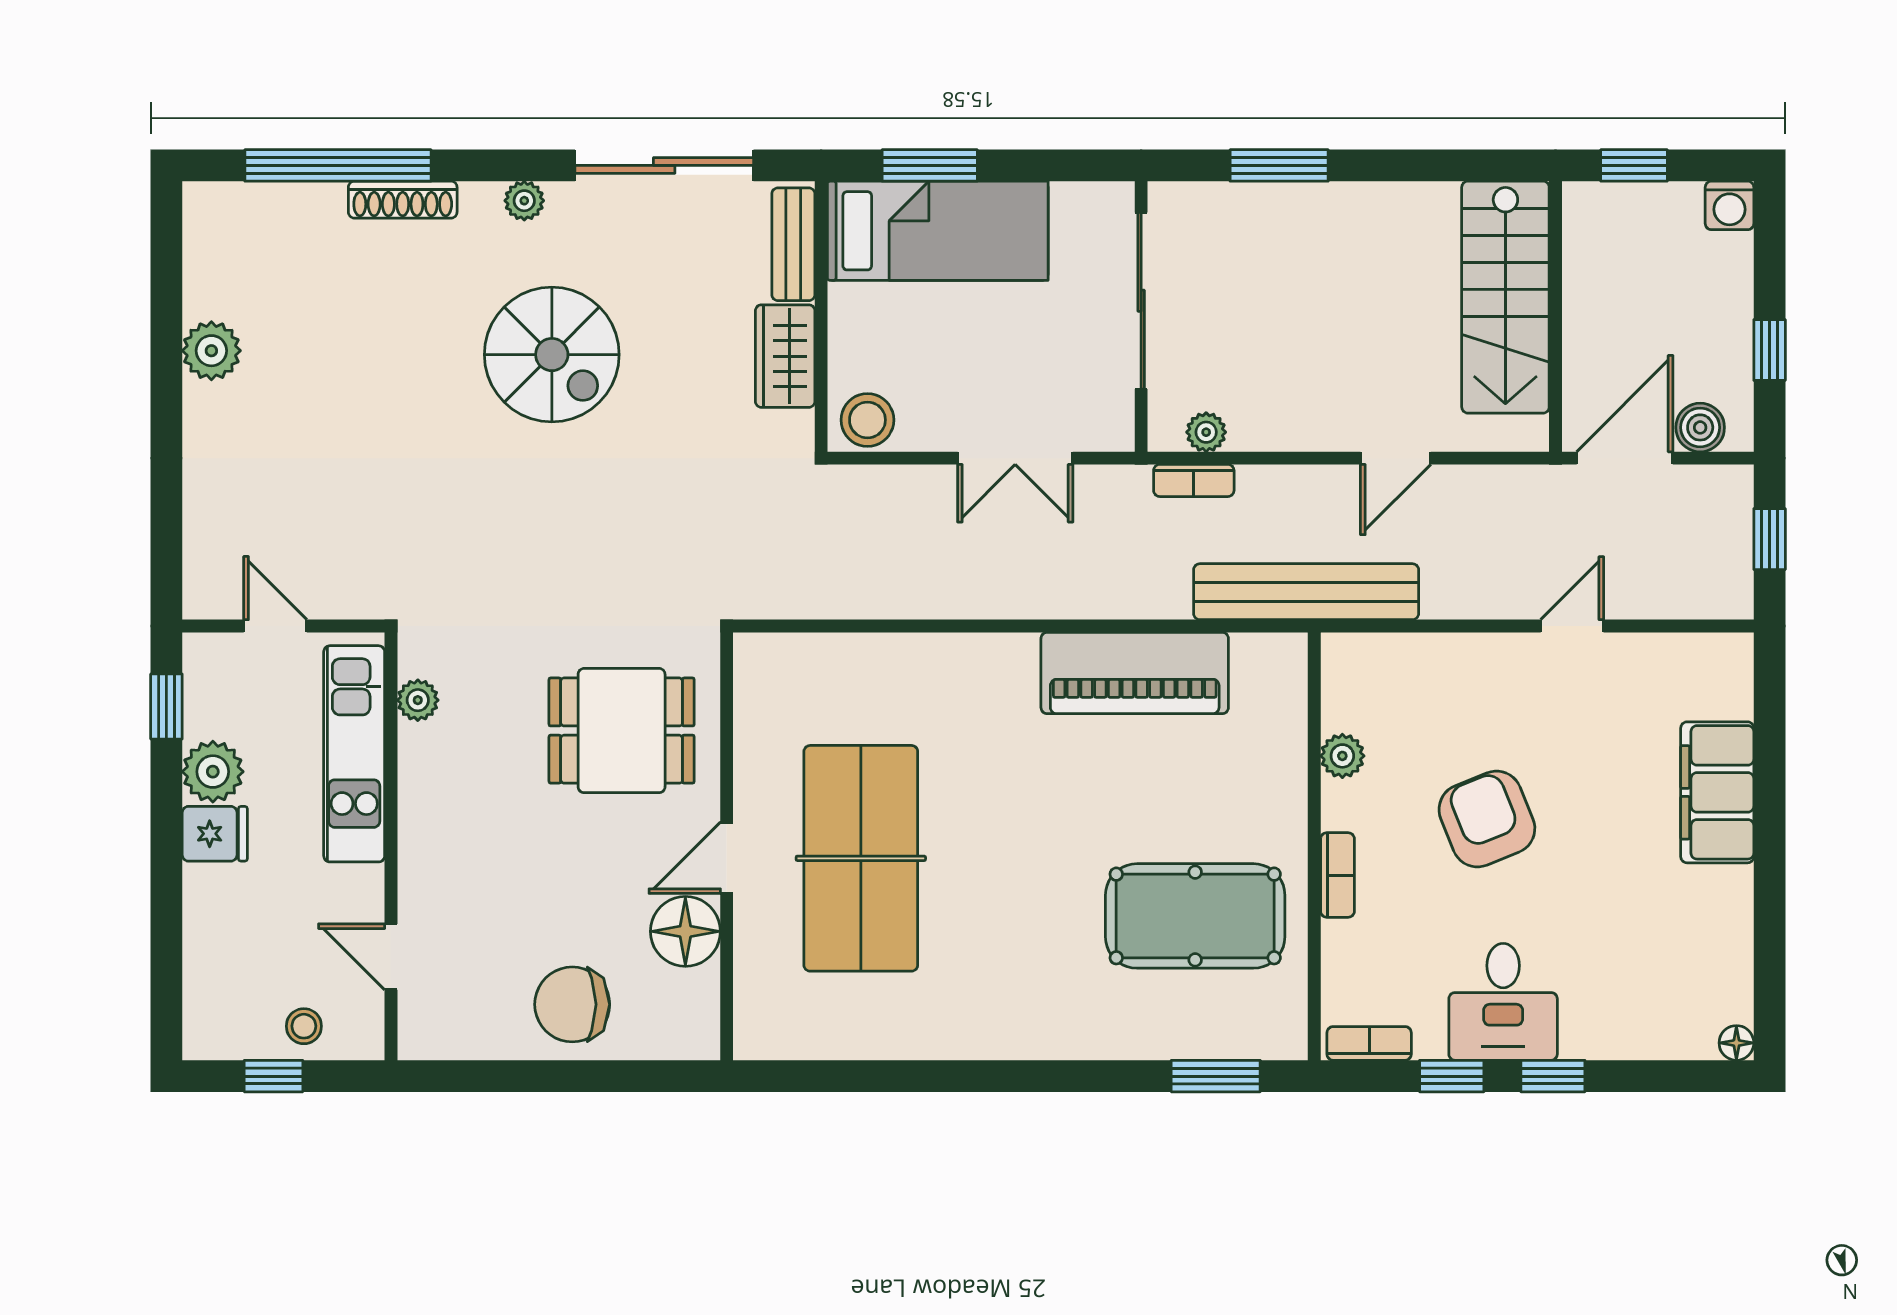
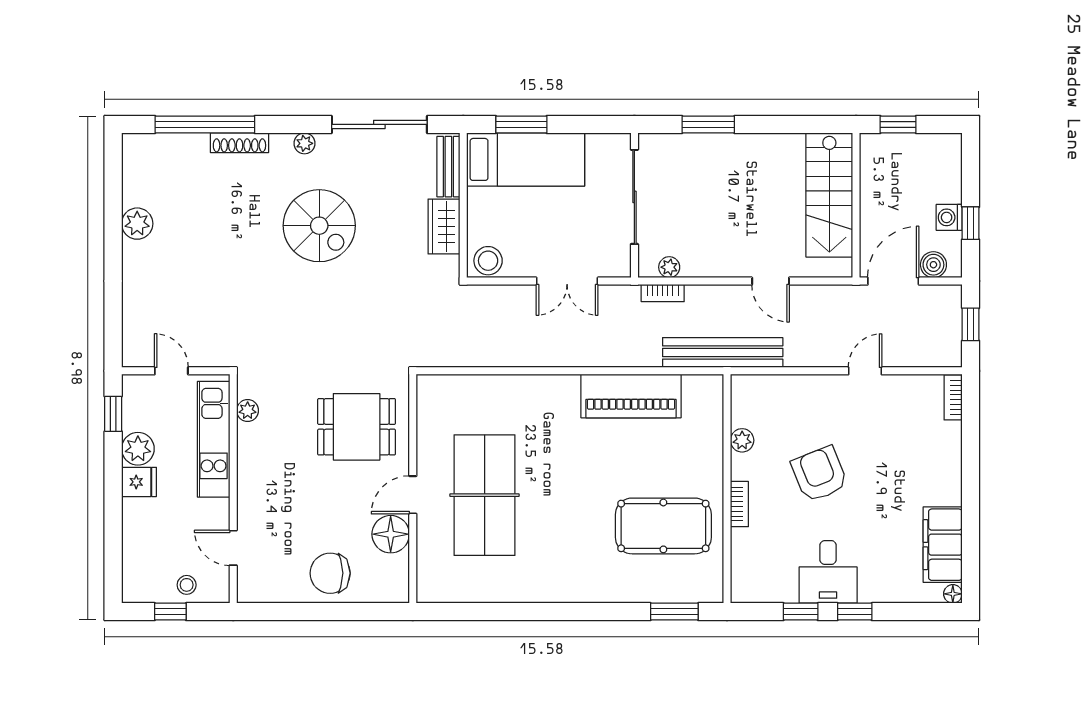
washing machine: (1730, 205) -> (949, 217), moved, turned 90
door: (1396, 458) -> (771, 281), hinge flipped
filing cabinet: (1717, 792) -> (943, 545), moved
bookcase: (1369, 1043) -> (953, 397), moved, turned -90

